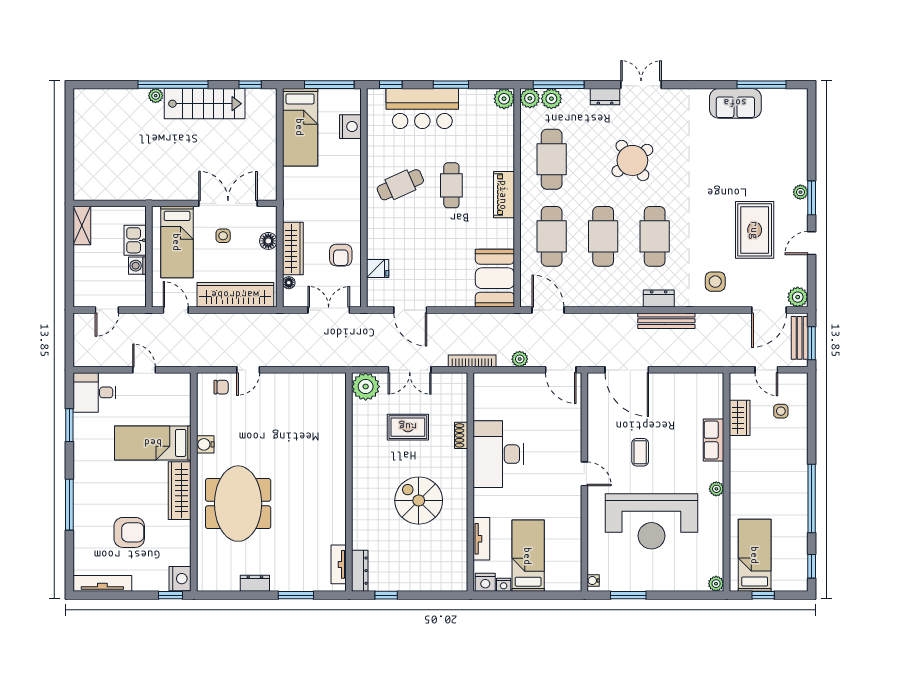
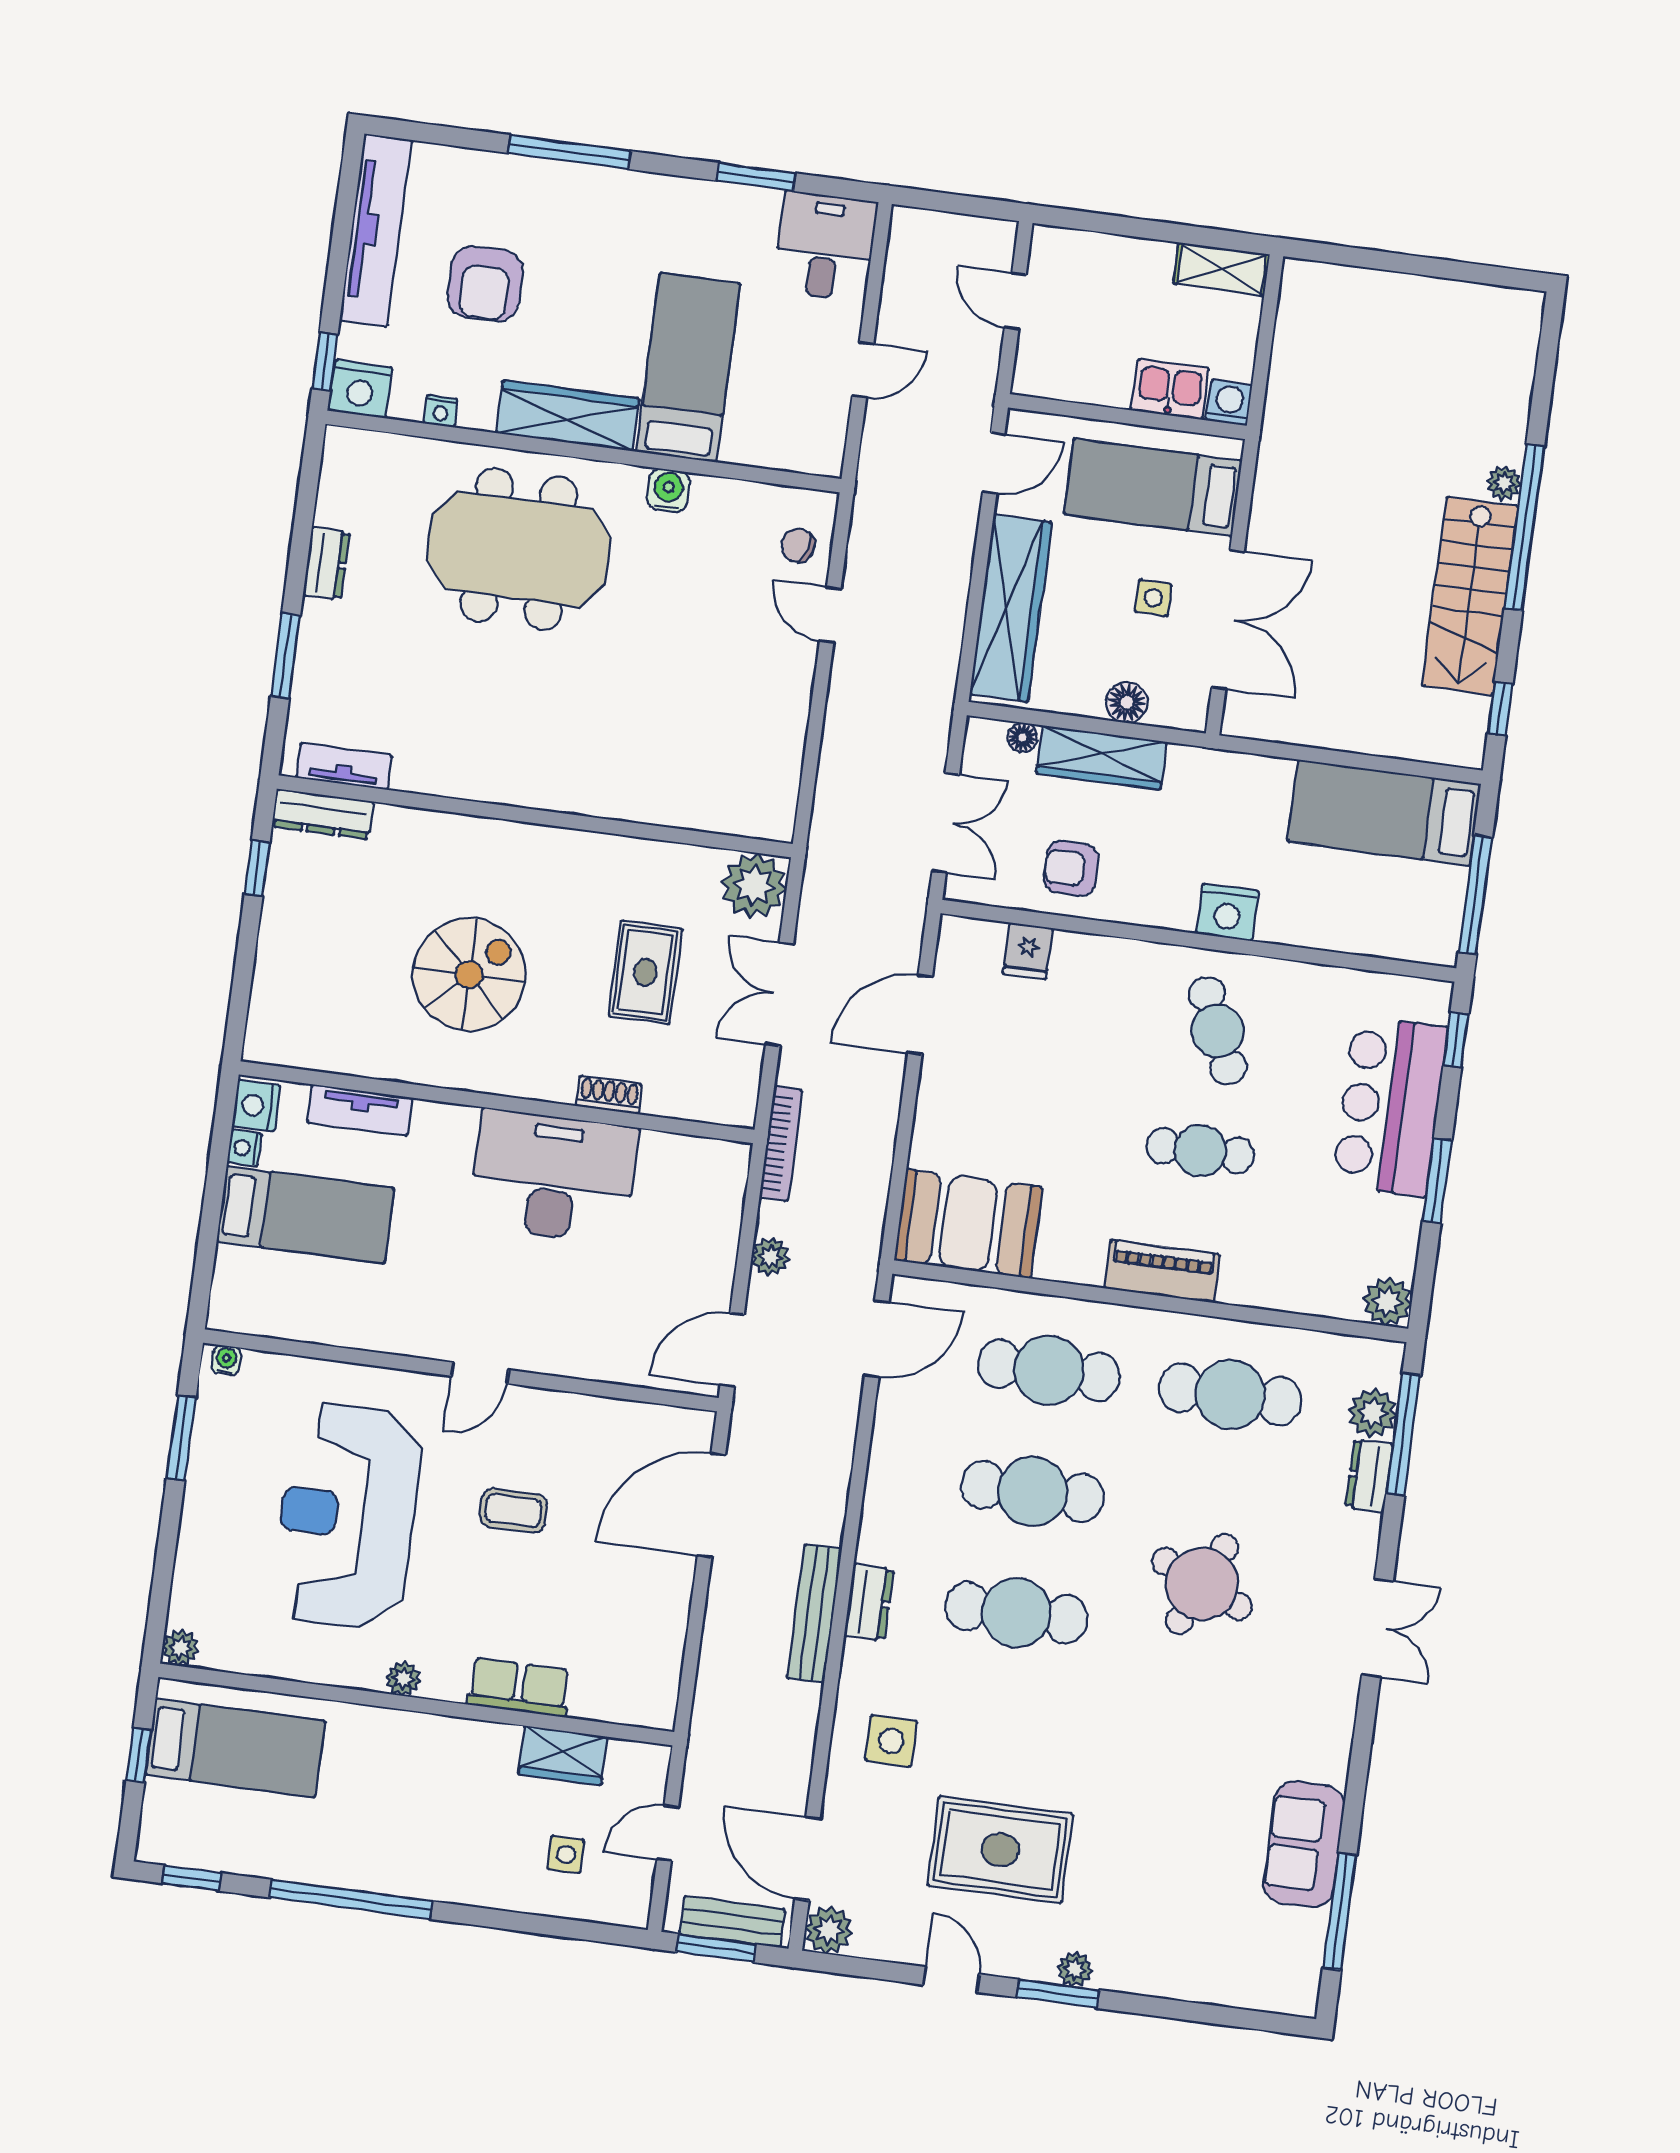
dresser: (605, 97) -> (1369, 1476), moved
plant: (530, 98) -> (1380, 1362), removed
nightstand: (350, 127) -> (1227, 912), moved
round table: (632, 160) -> (1202, 1584), turned -30
washing machine: (137, 266) -> (1229, 403), moved
chair: (221, 387) -> (798, 545), turned 106
nightstand: (185, 544) -> (441, 411), added
tv unit: (102, 583) -> (376, 230), width x1.36, depth x1.29

